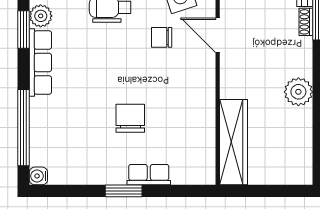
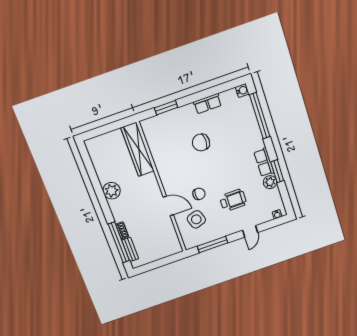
row of seats: (40, 63) -> (264, 162), width x0.68
chair: (130, 118) -> (201, 142), turned 90
row of seats: (149, 175) -> (207, 104), moved
window: (124, 191) -> (166, 108), moved

